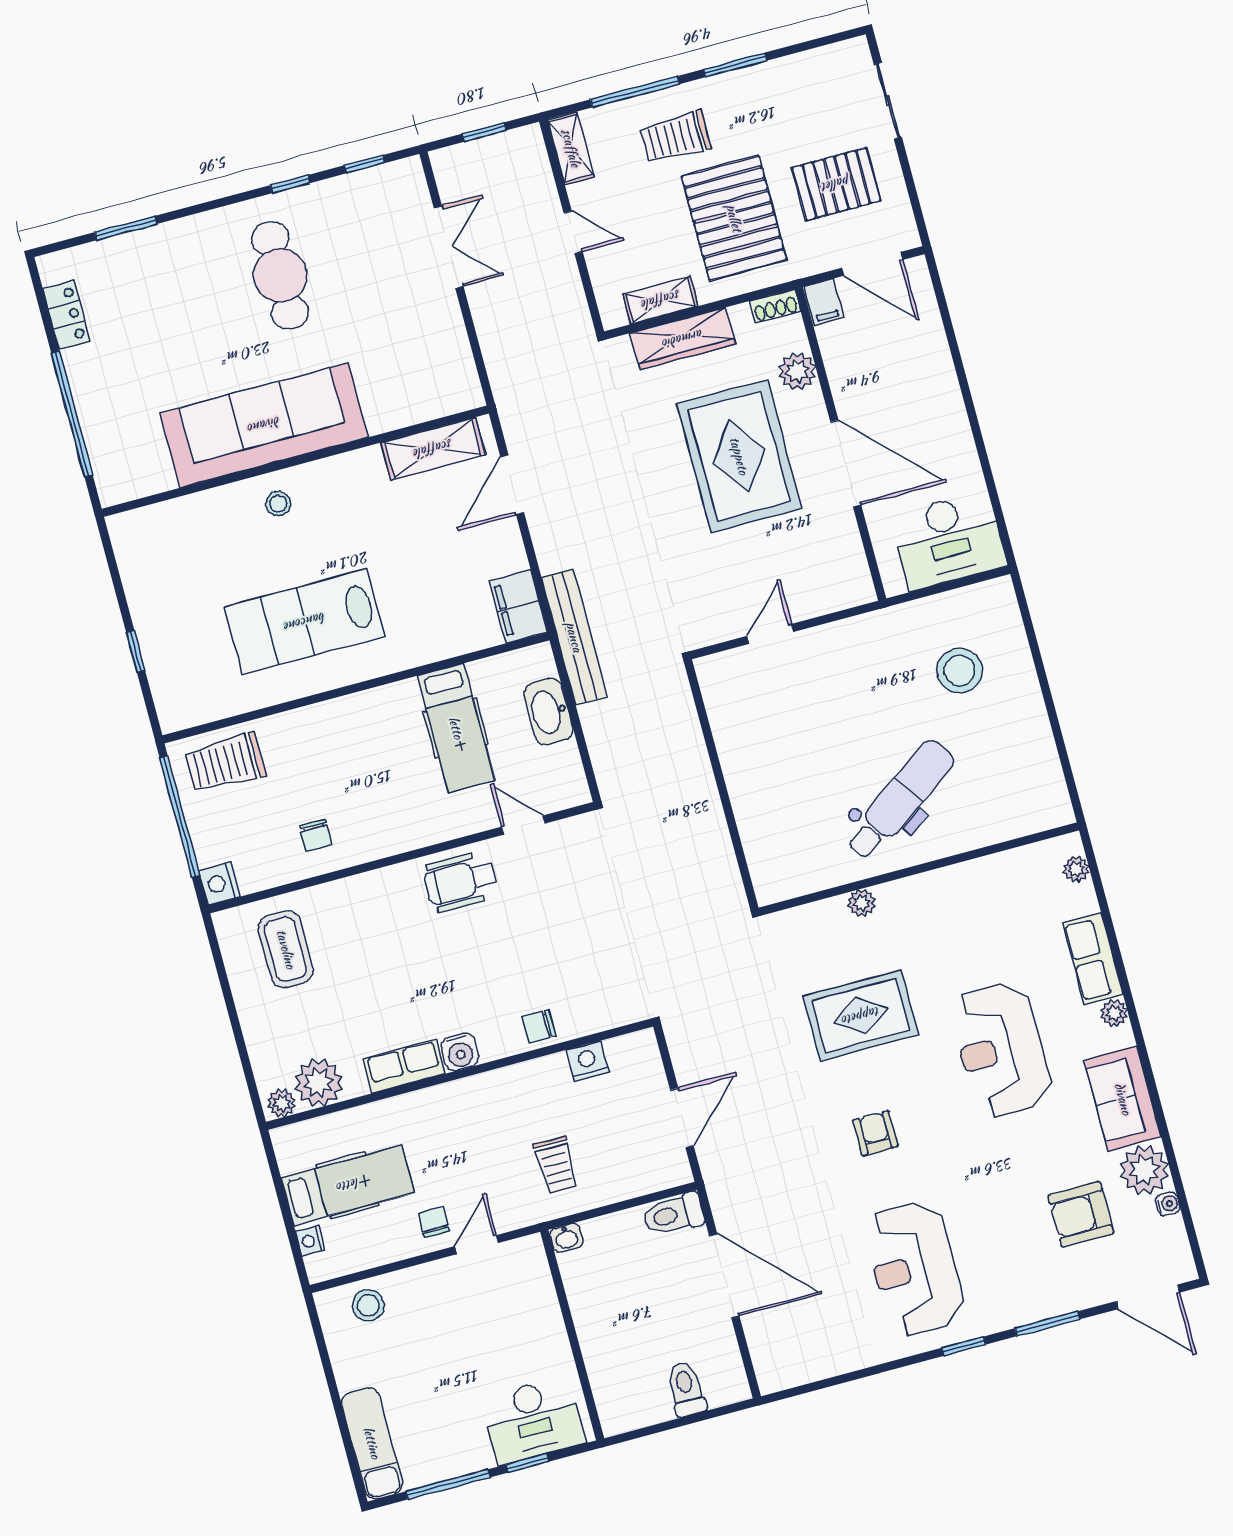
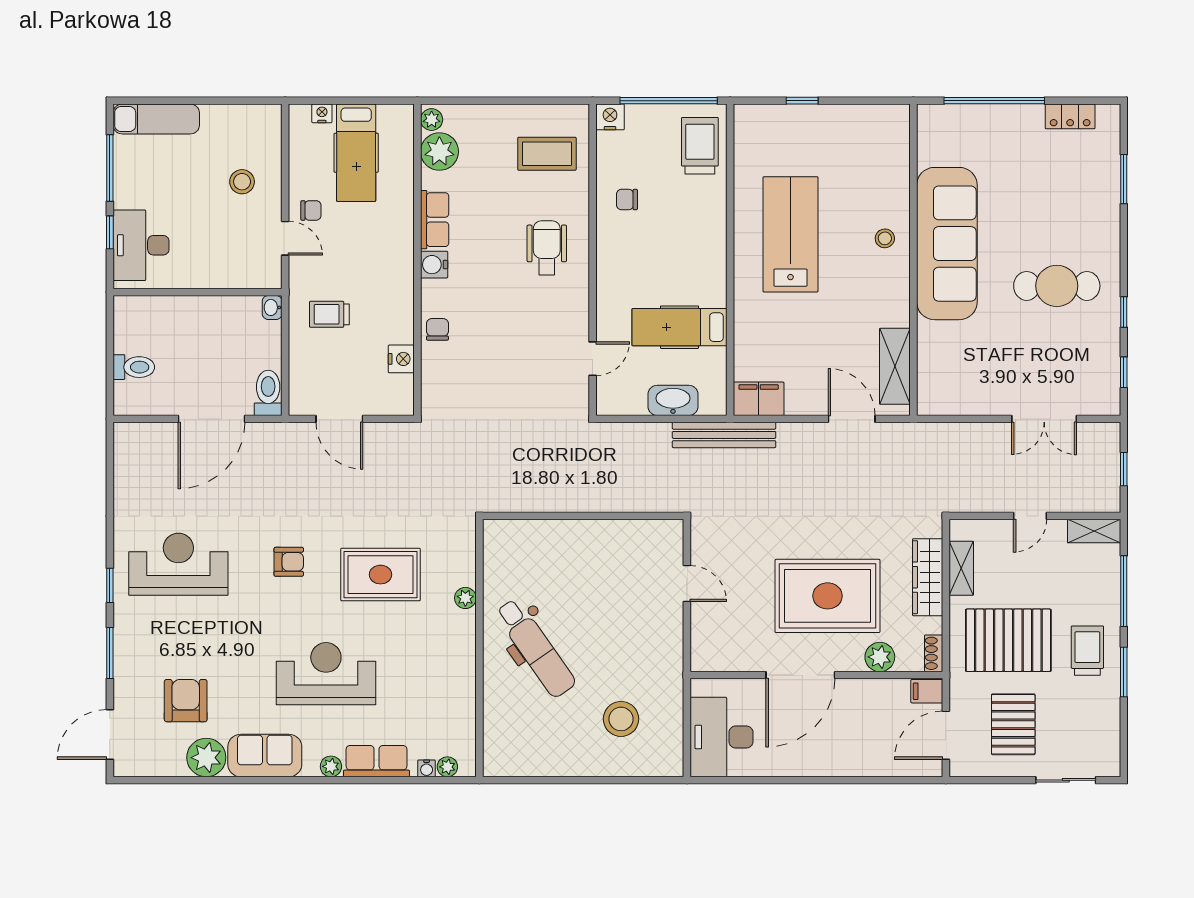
trolley: (675, 137) -> (1087, 651), moved
wheelchair: (460, 881) -> (547, 248), moved
rug: (861, 1016) -> (380, 575), turned 90
water cooler: (1168, 1204) -> (427, 768), moved
stool: (368, 1305) -> (242, 182), moved

